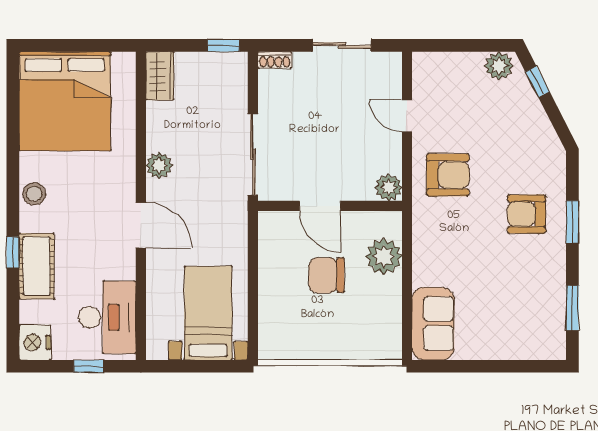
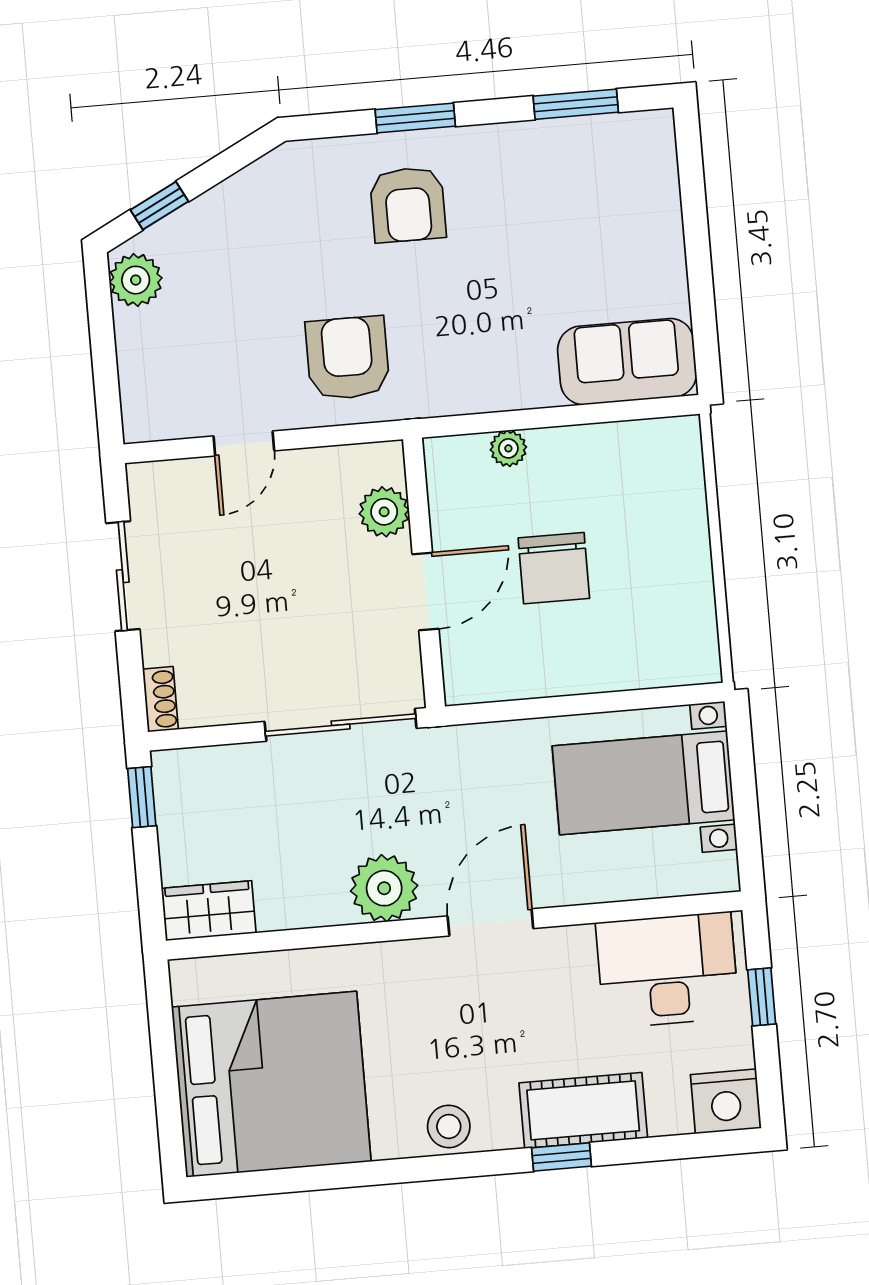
plant: (159, 165) -> (384, 888), width x1.36, depth x1.36
plant: (389, 187) -> (384, 512), moved
plant: (384, 256) -> (508, 448), width x0.53, depth x0.53

